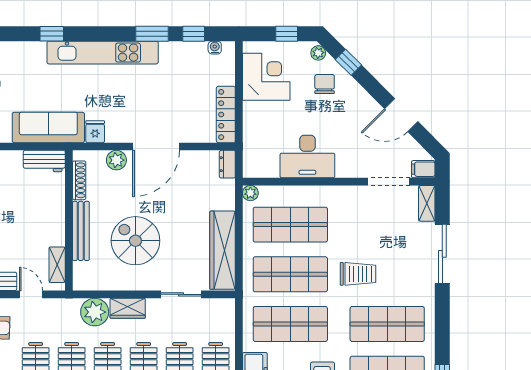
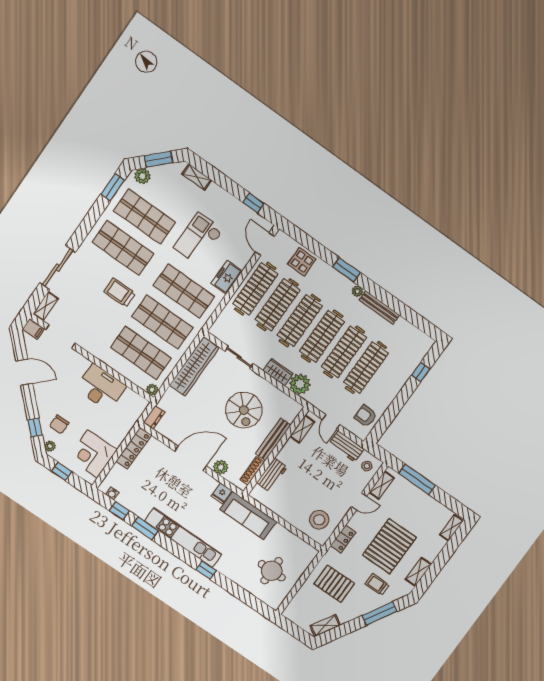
workbench: (44, 161) -> (272, 475), moved, turned 90

